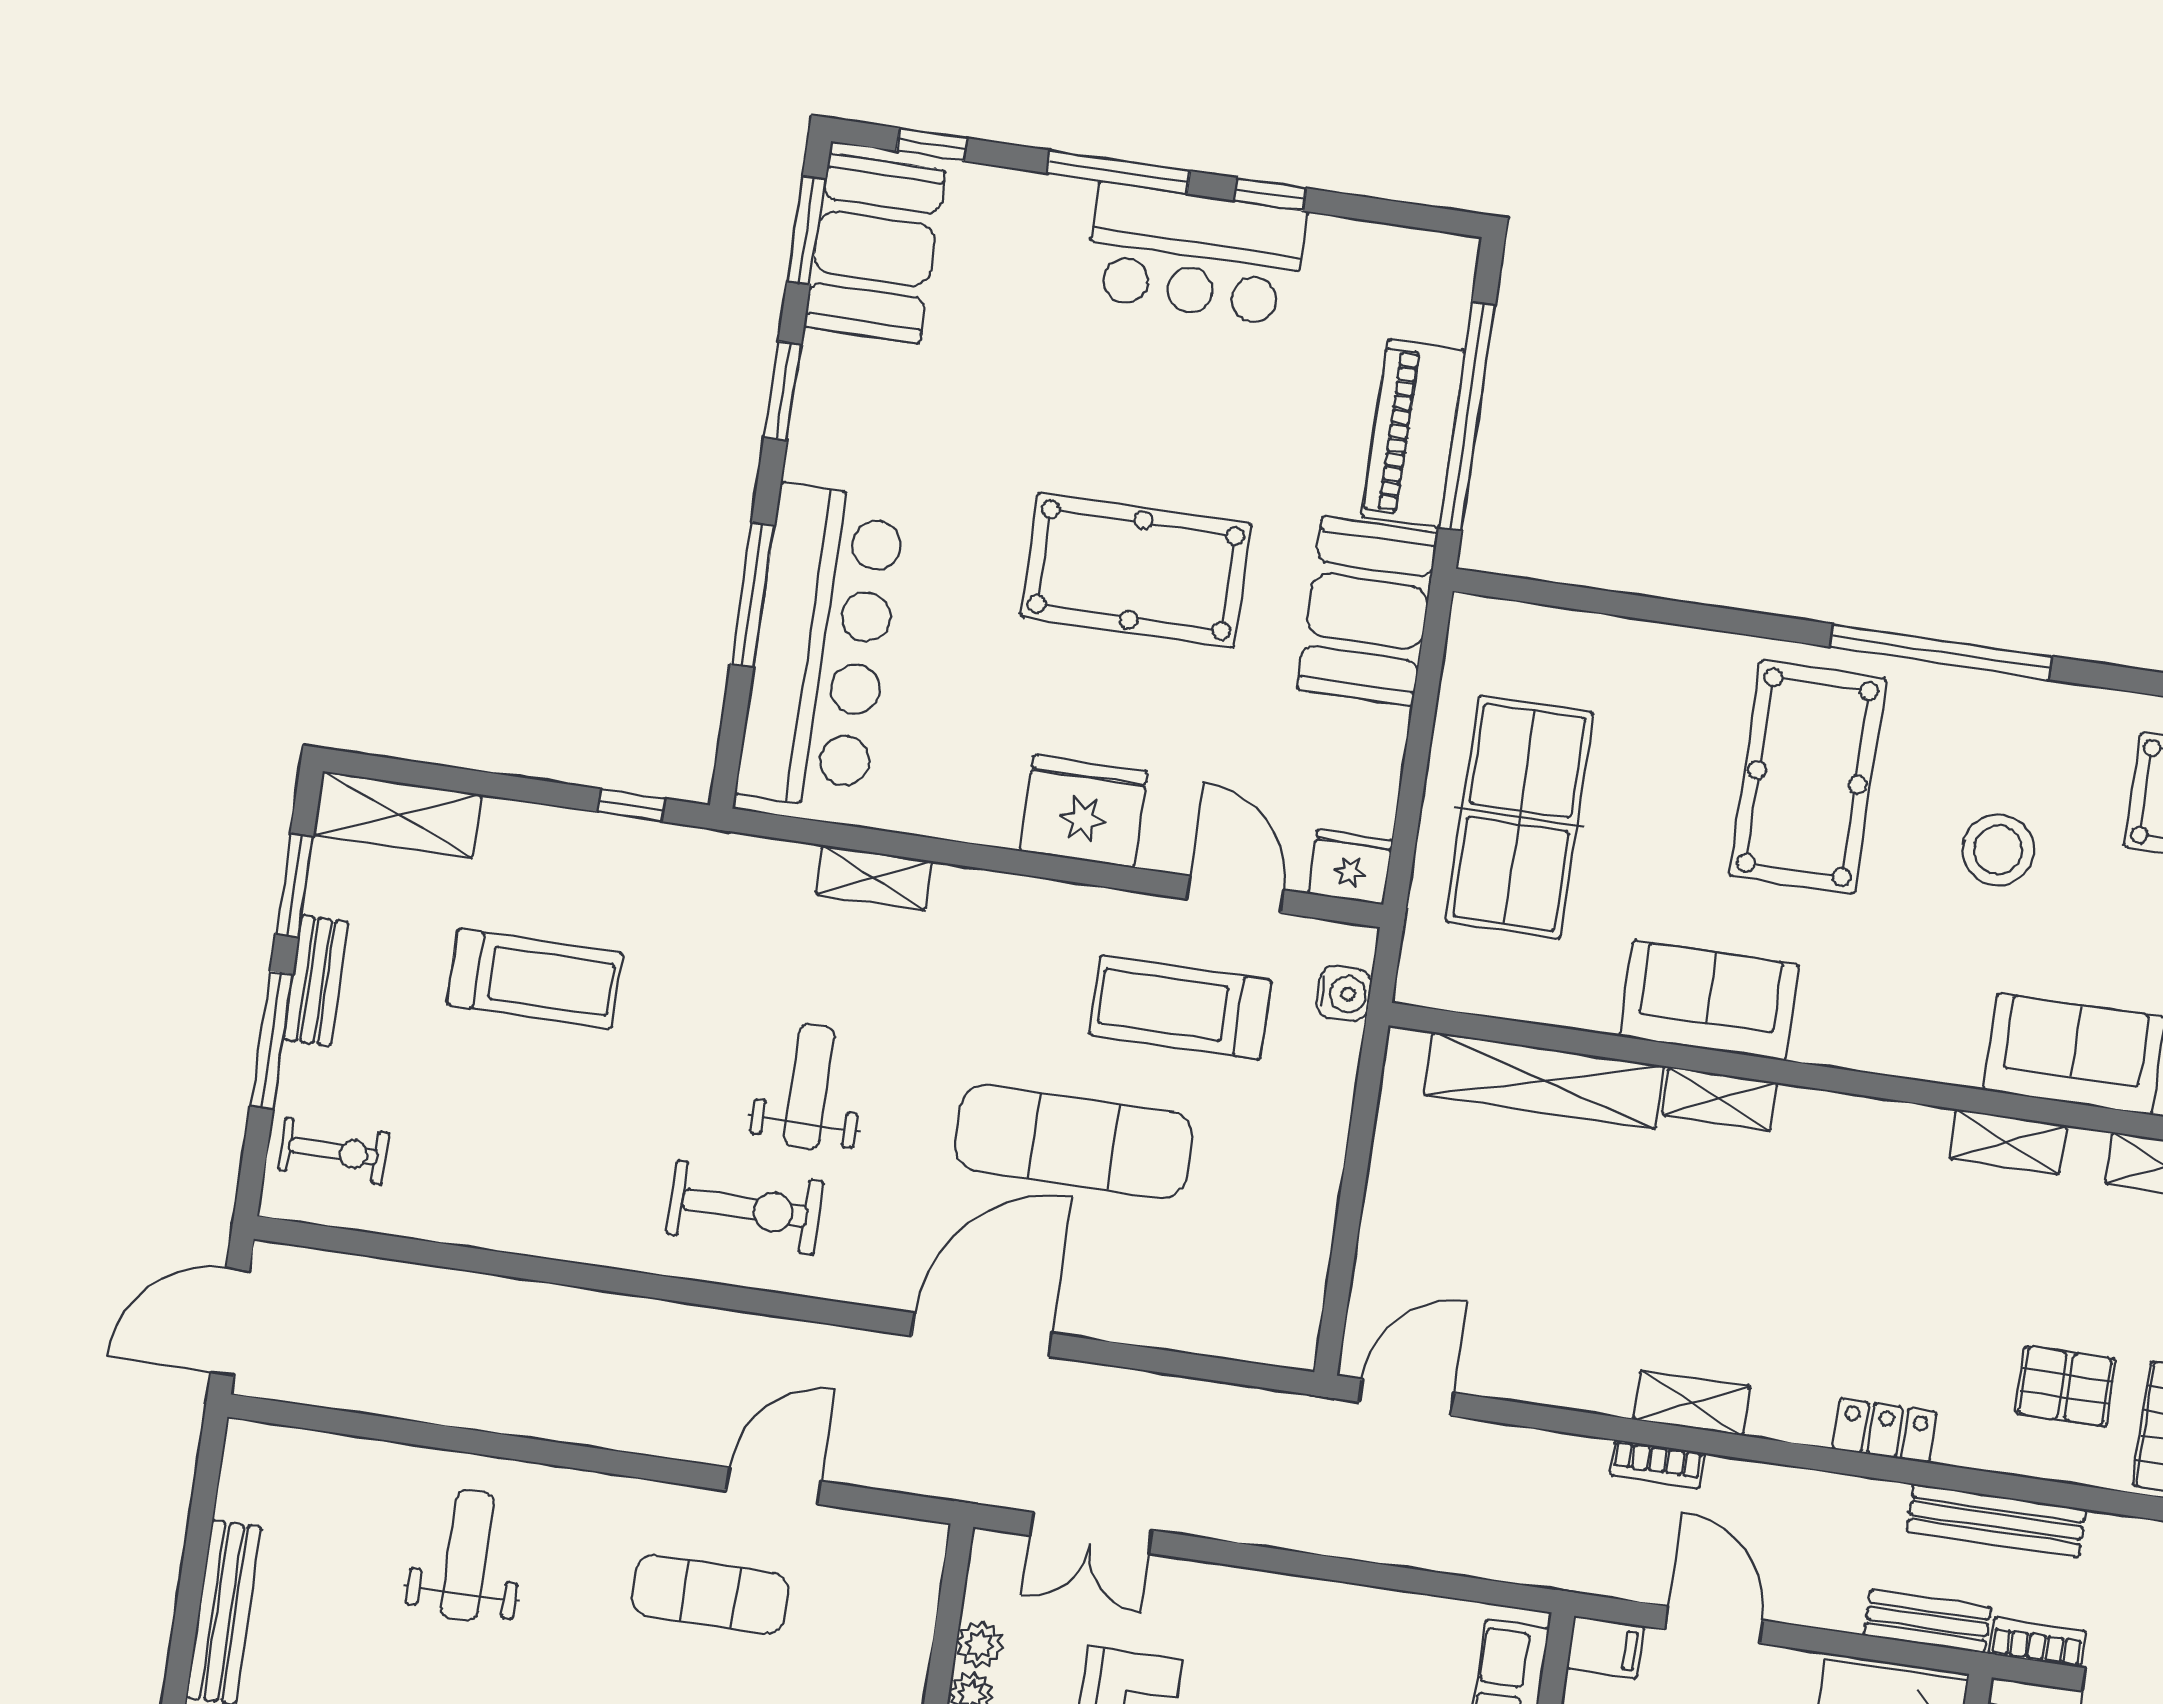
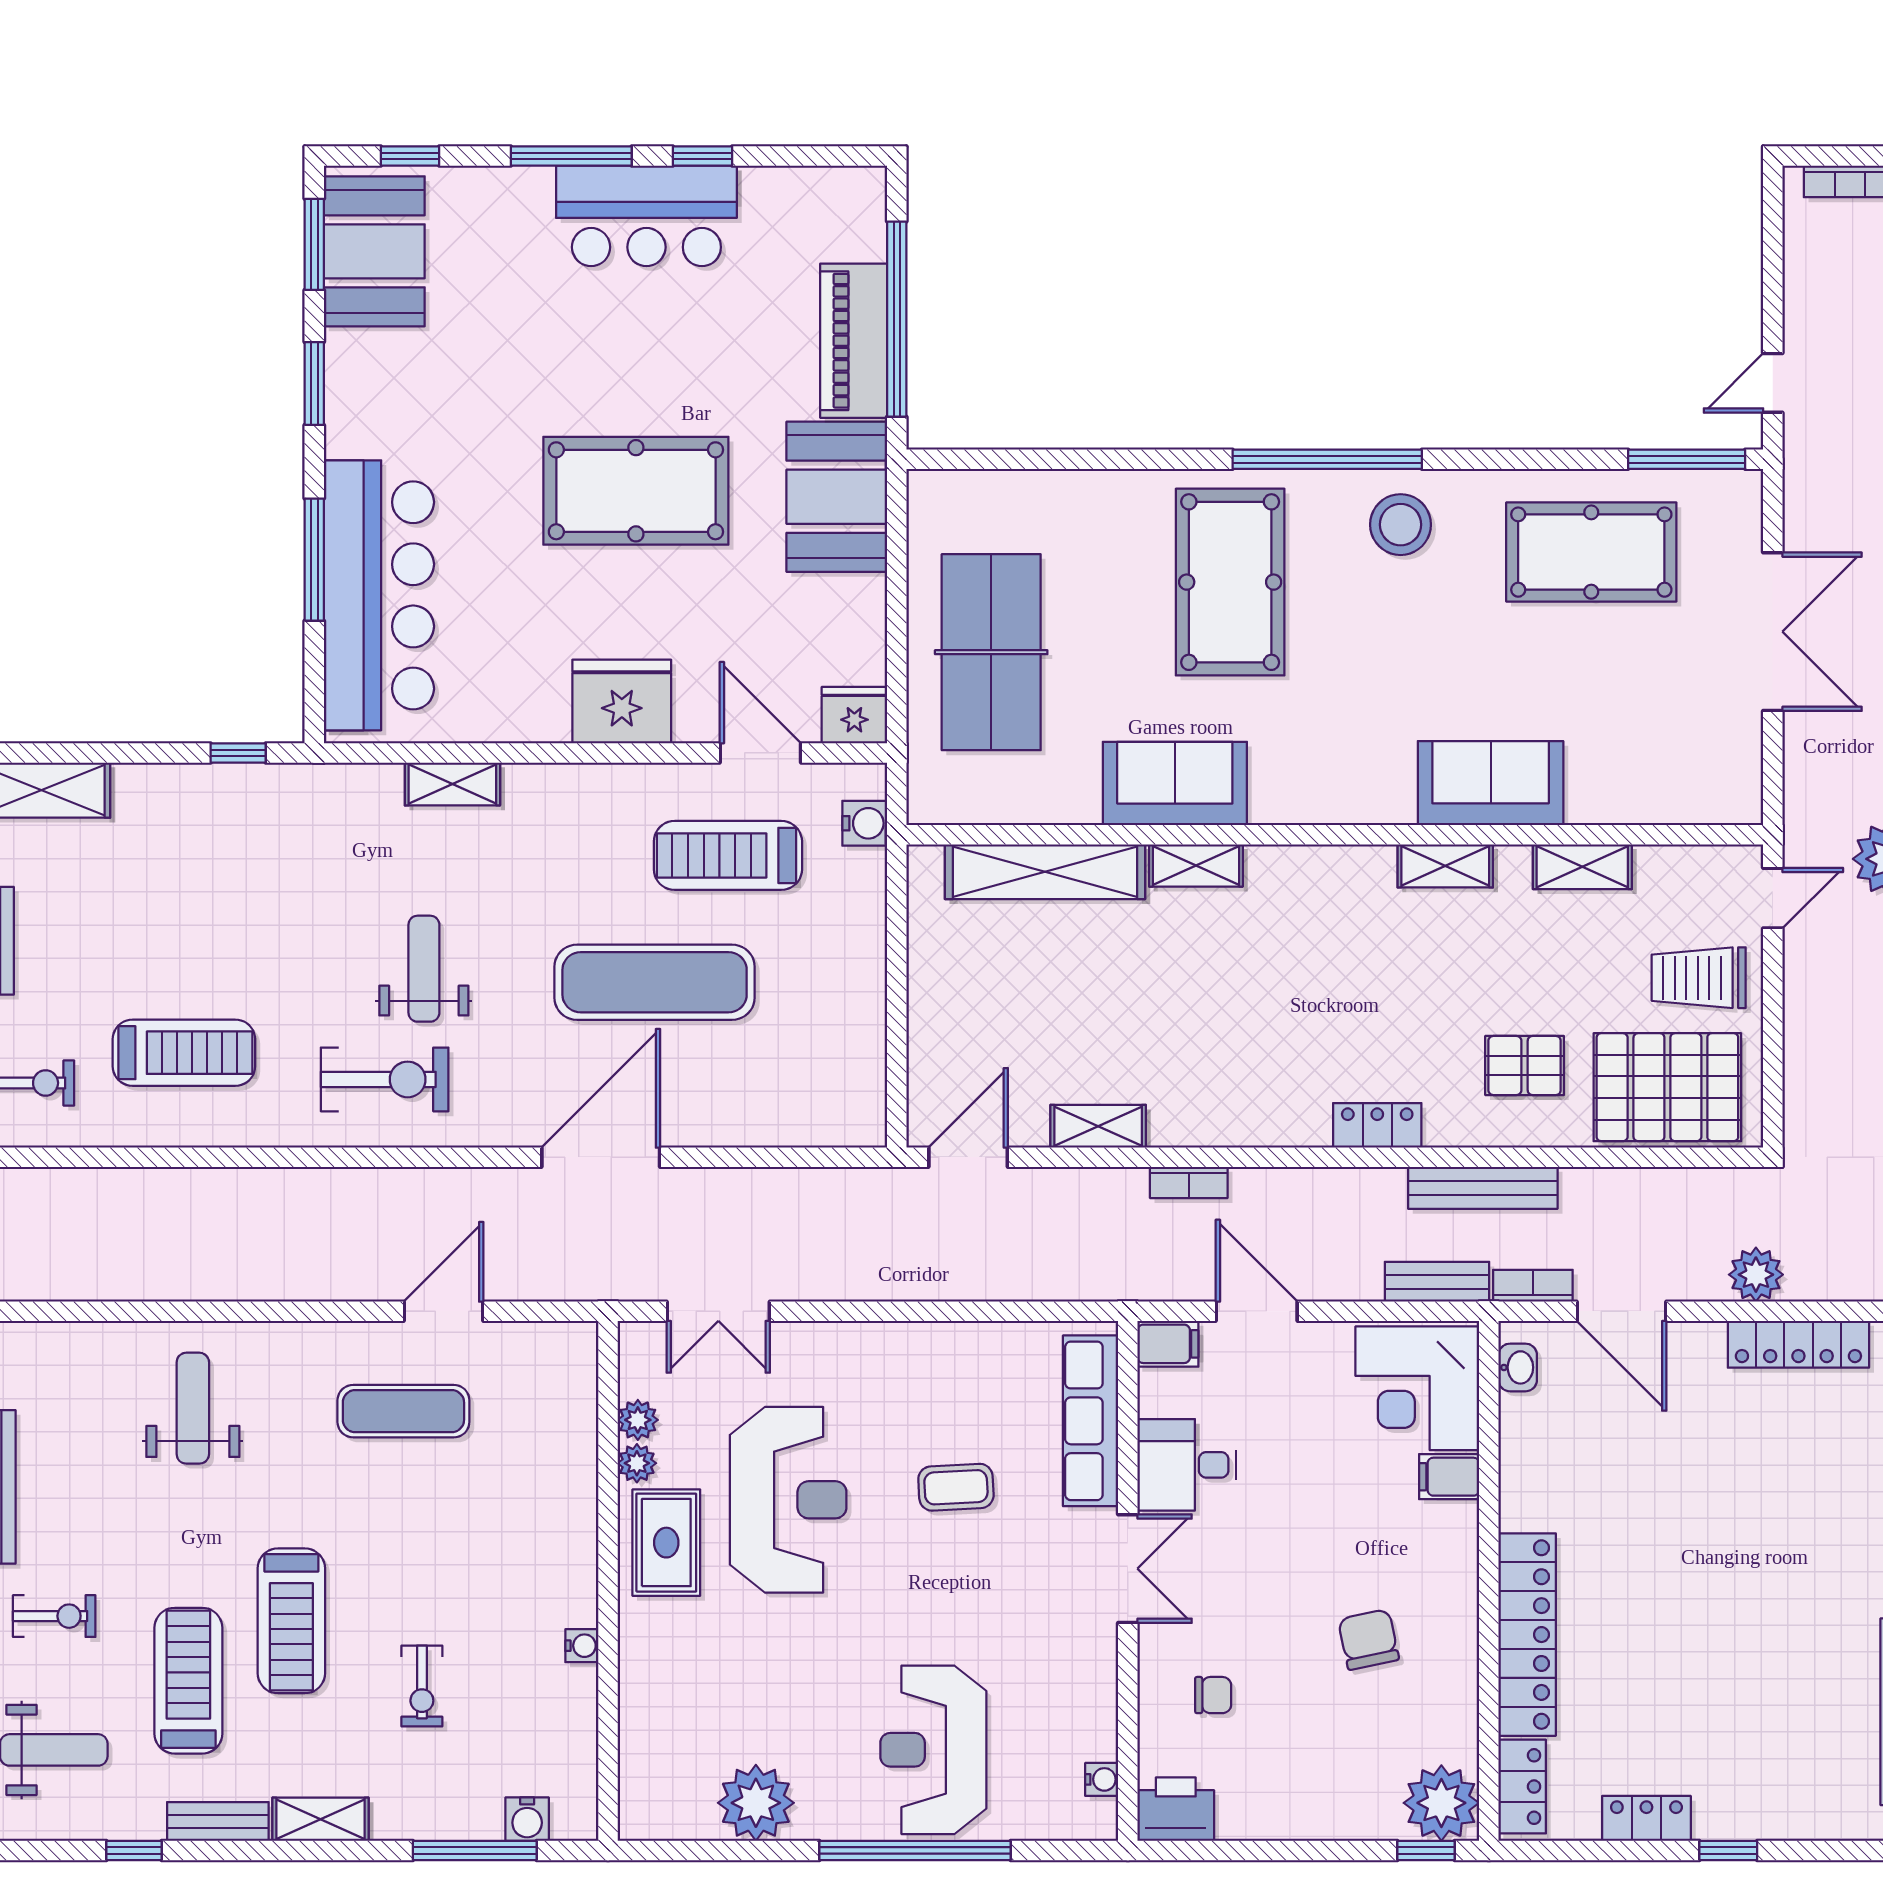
stool: (1998, 850) -> (1401, 525), moved
treadmill: (535, 979) -> (184, 1053), moved
shelving: (1692, 1403) -> (1098, 1126), moved

